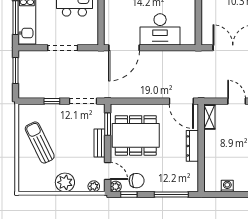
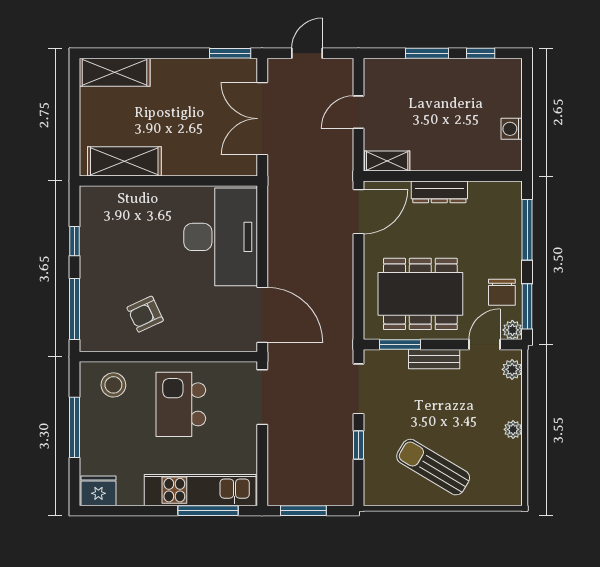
desk: (160, 29) -> (221, 237), width x1.36, depth x1.30
doorway: (63, 48) -> (262, 397), moved
dining table: (136, 135) -> (420, 294), turned 90
sun lounger: (40, 142) -> (433, 467), turned 57
chair: (137, 181) -> (502, 292), turned 180
plant: (65, 182) -> (513, 429), width x0.53, depth x0.53
window: (129, 195) -> (527, 306), width x1.50

